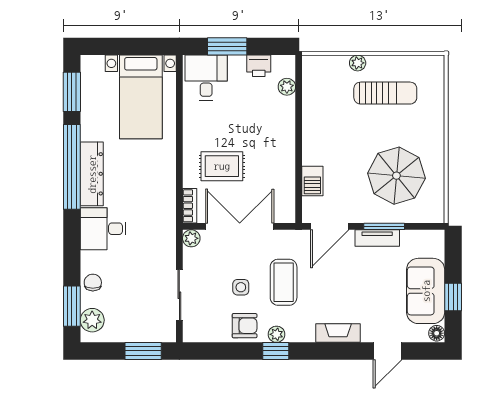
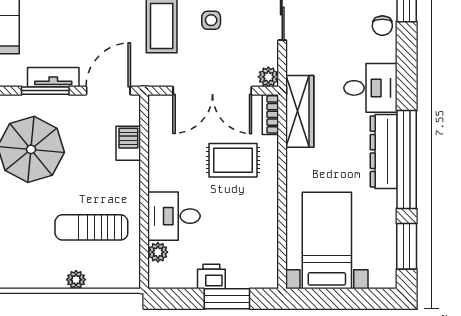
printer: (259, 66) -> (211, 277), moved
desk: (206, 78) -> (174, 216), moved, turned 90
sun lounger: (385, 93) -> (91, 227), moved
wardrobe: (164, 208) -> (300, 111), added

